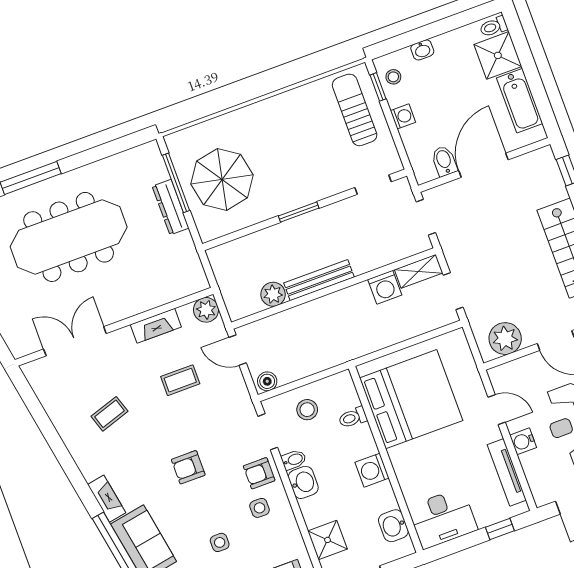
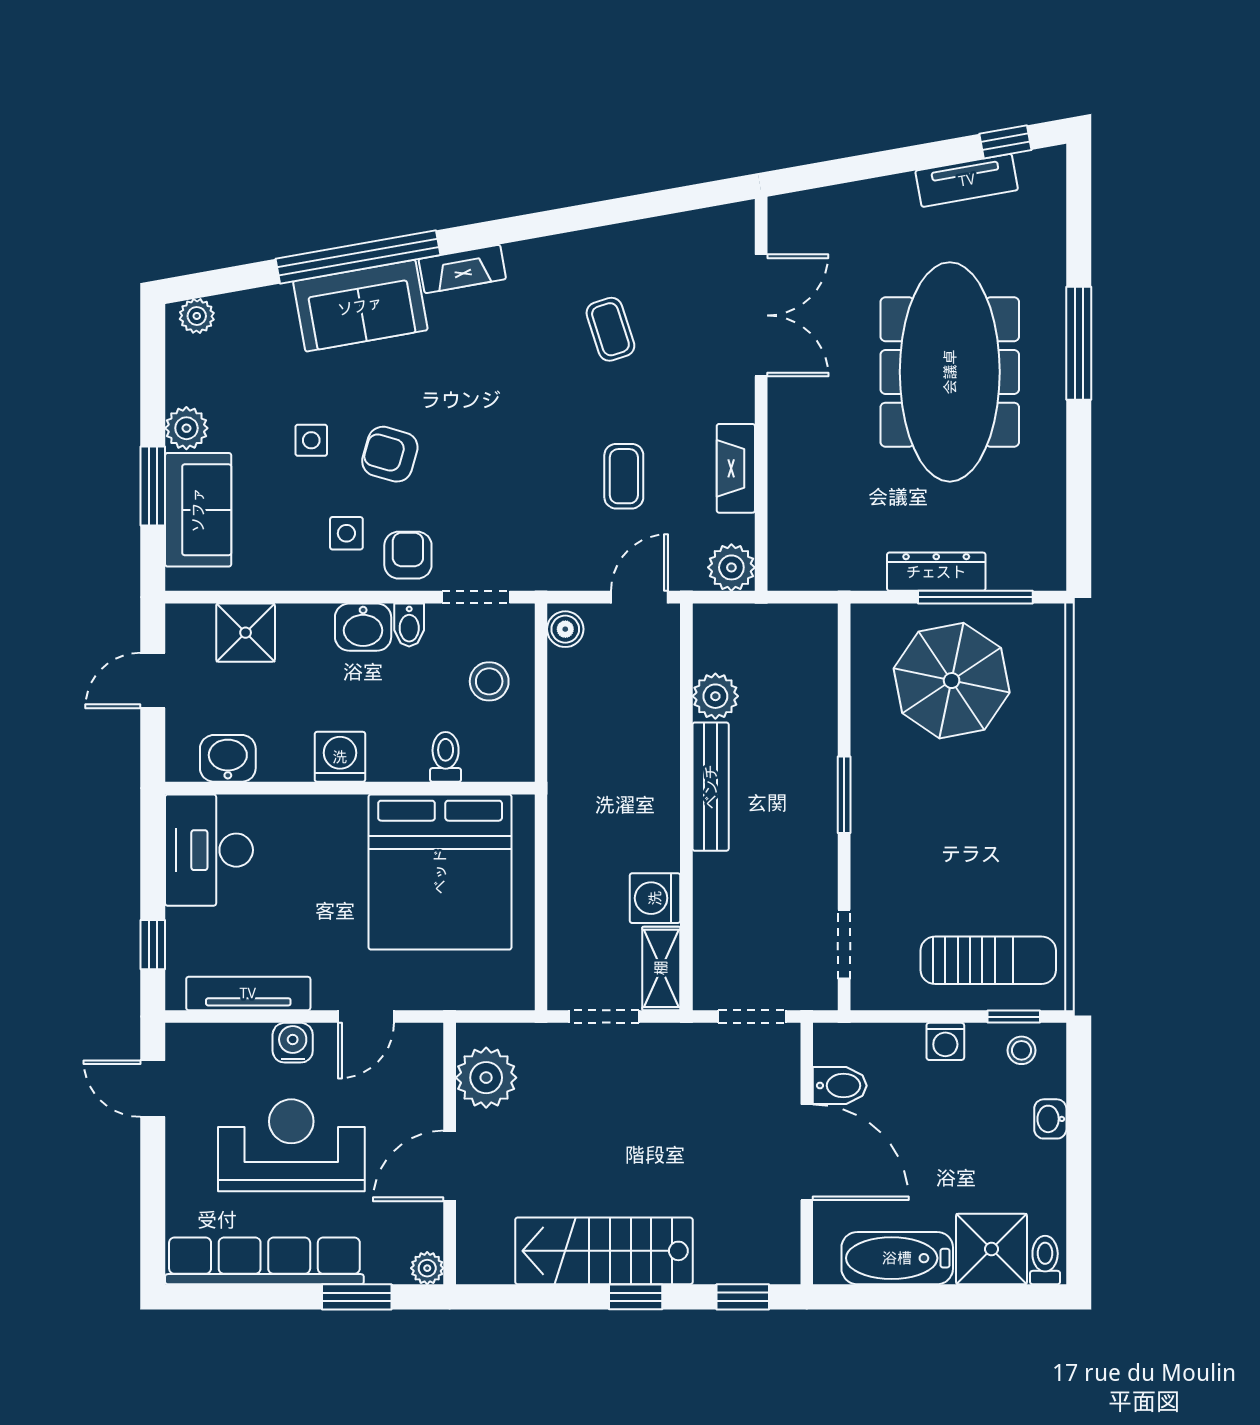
armchair: (188, 467) -> (390, 454), moved, turned -74

